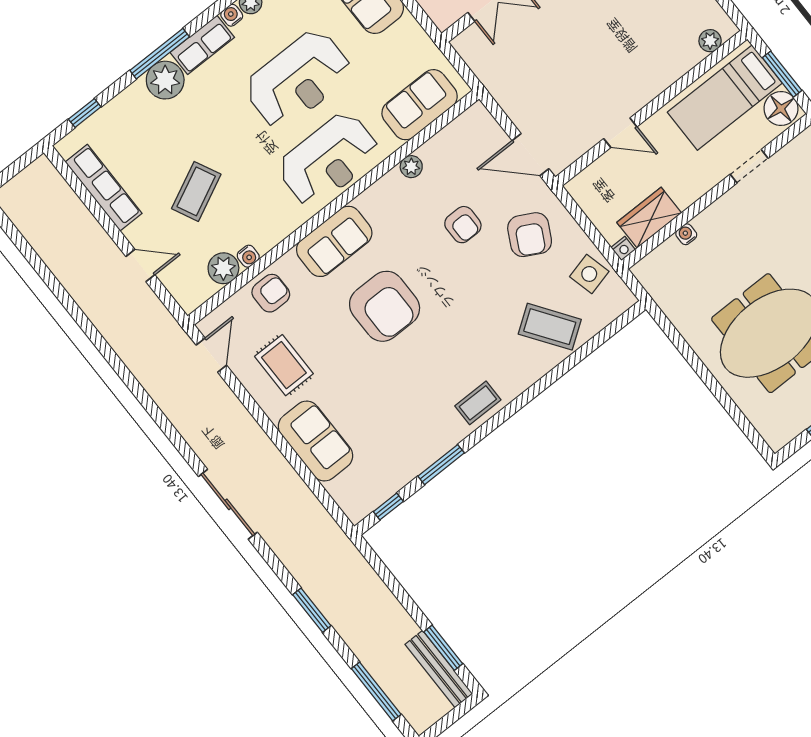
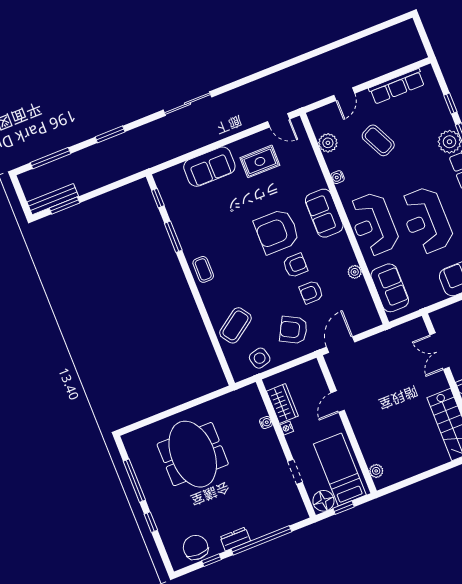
window: (782, 74) -> (344, 508), width x0.67
window: (85, 113) -> (450, 104), moved
nightstand: (623, 248) -> (287, 428), moved
water cooler: (248, 256) -> (338, 177), moved
armchair: (271, 293) -> (295, 265), moved, turned -90

